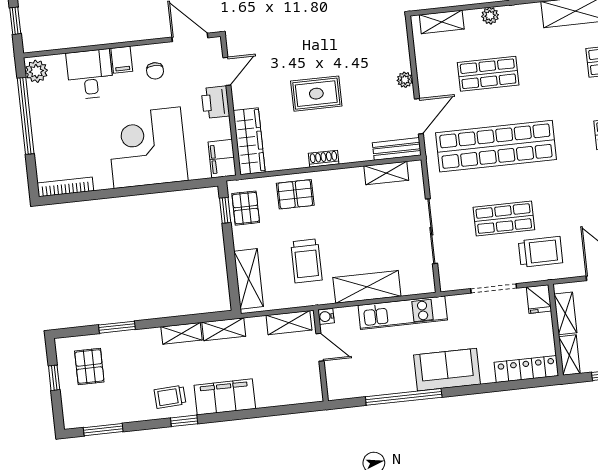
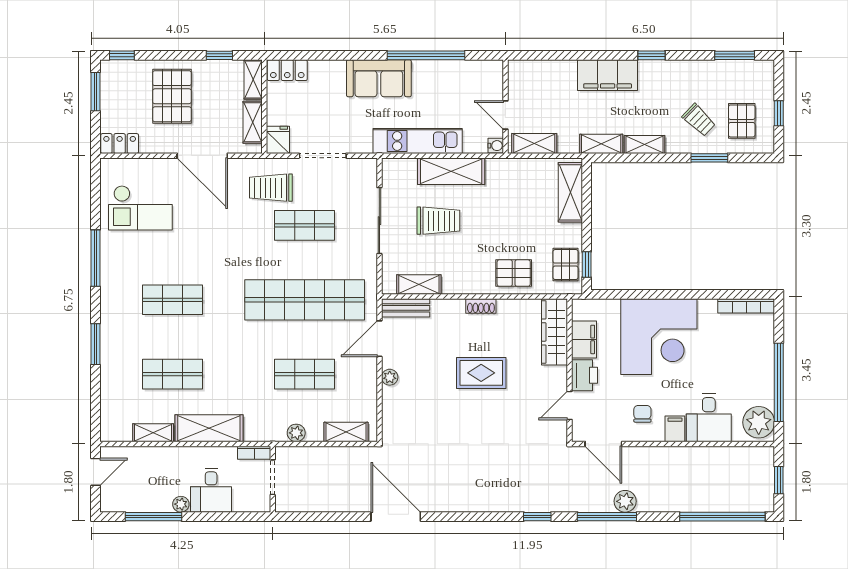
plant: (36, 71) -> (759, 422), width x1.36, depth x1.36
filing cabinet: (222, 159) -> (584, 339), moved
trolley: (306, 261) -> (438, 221), moved, turned 90
locker: (526, 369) -> (287, 70), width x0.66
trolley: (170, 397) -> (699, 120), moved, turned 47

